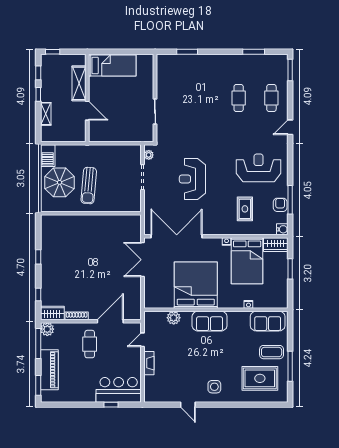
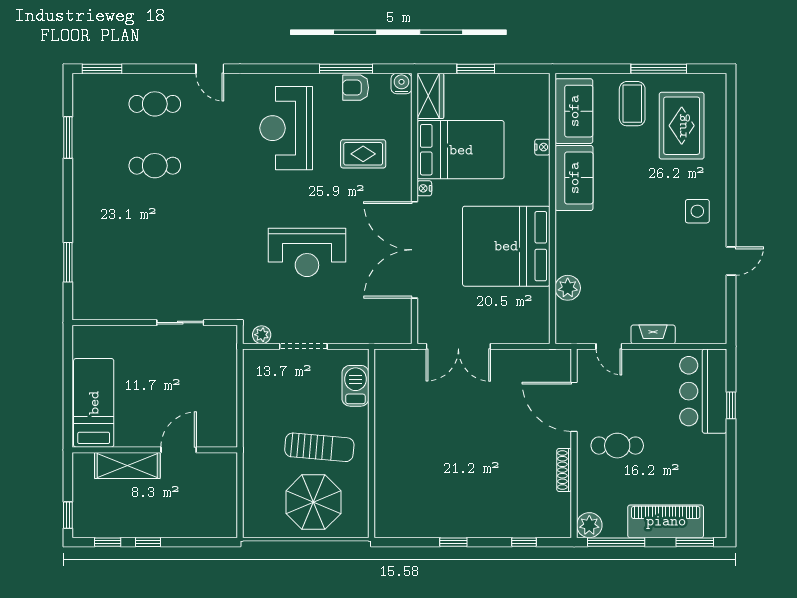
shelving: (46, 114) -> (185, 528), removed
barbecue: (48, 156) -> (355, 386), moved, turned -90
double door: (177, 236) -> (415, 250), moved
wardrobe: (52, 313) -> (559, 516), removed
sofa: (210, 321) -> (574, 178), moved

